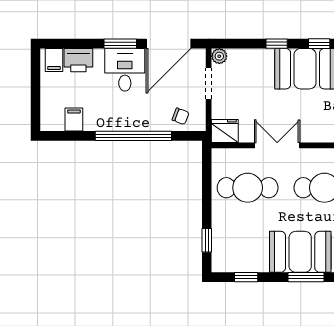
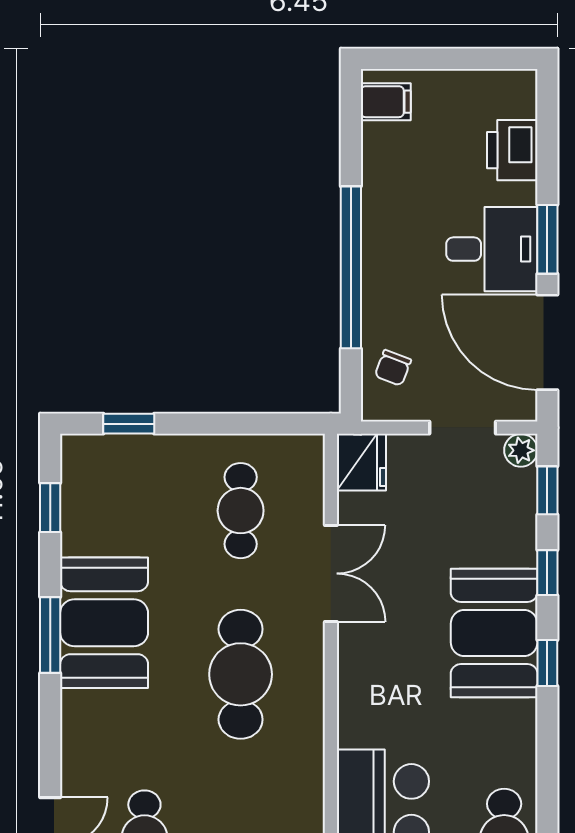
window: (238, 44) -> (547, 490), added
filing cabinet: (54, 60) -> (513, 98), removed
filing cabinet: (74, 120) -> (386, 102), moved
cafe table: (248, 188) -> (241, 511), width x0.73, depth x0.74

